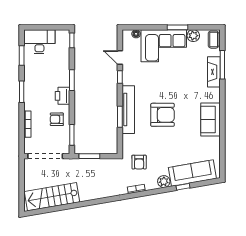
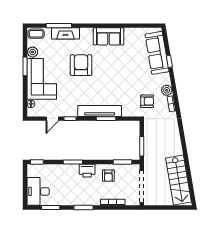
armchair: (163, 115) -> (81, 65), moved
plant: (164, 182) -> (167, 90), moved

